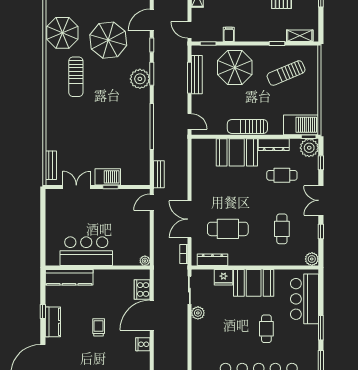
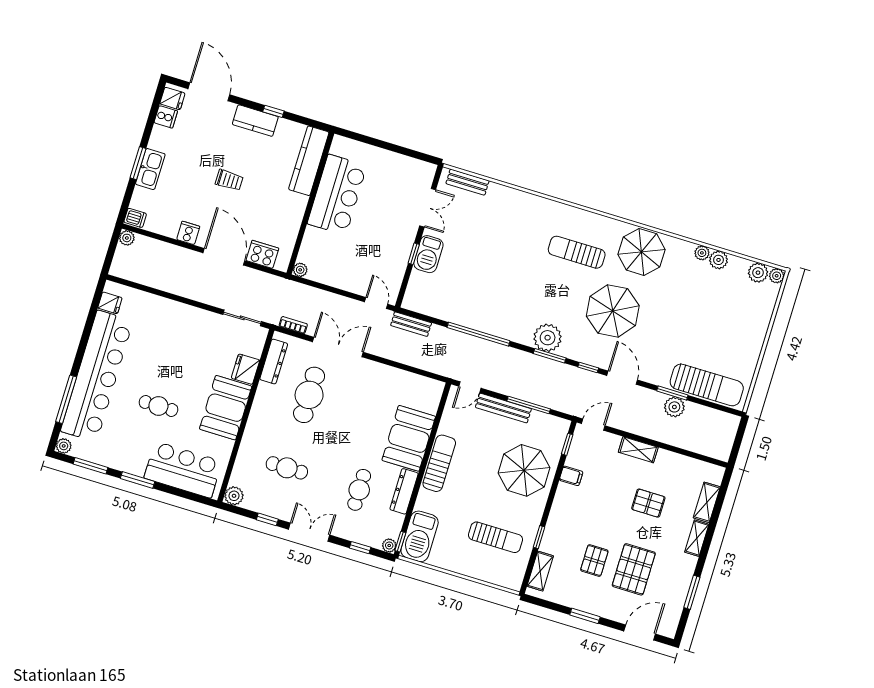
sun lounger: (286, 73) -> (495, 537), turned 113
bench: (197, 75) -> (503, 408), moved
plant: (309, 148) -> (389, 545), width x0.53, depth x0.53
plant: (198, 313) -> (208, 320), removed

